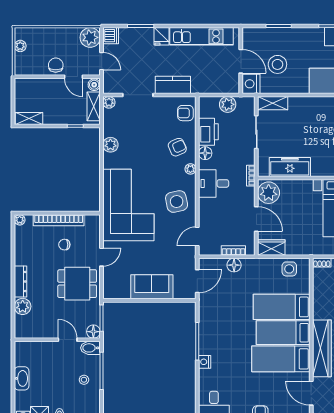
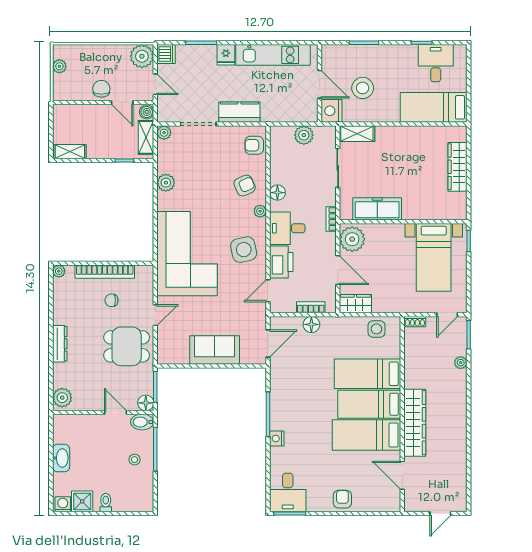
printer: (208, 132) -> (281, 262), moved
plant: (23, 306) -> (62, 398), moved

